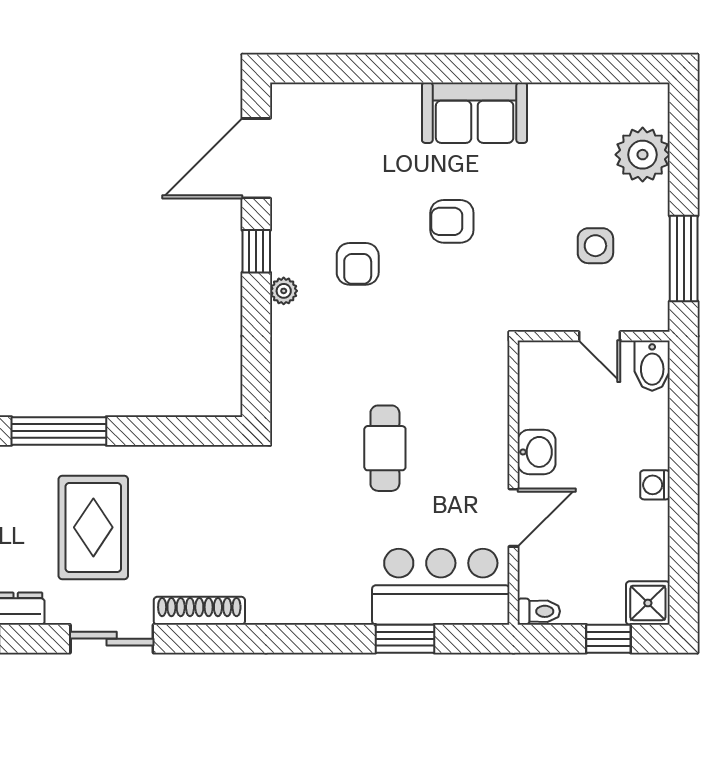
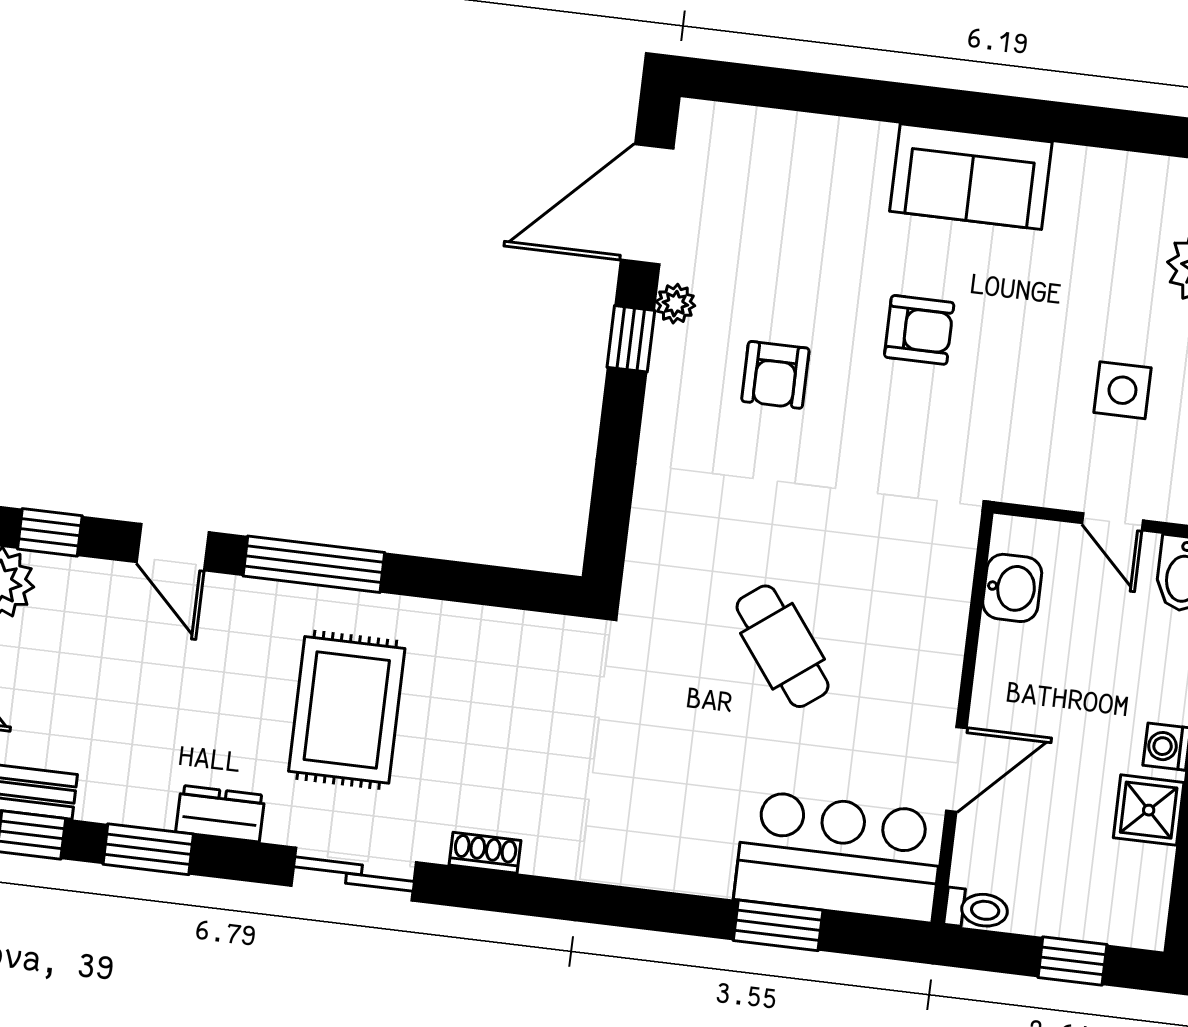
armchair: (452, 221) -> (919, 330), turned 180
plant: (284, 291) -> (675, 304), moved
cafe table: (385, 448) -> (783, 646), turned -37
washbasin: (537, 452) -> (1012, 588), moved
shower: (648, 603) -> (1149, 810), moved
shoe rack: (199, 611) -> (485, 853), width x0.51, depth x0.81

